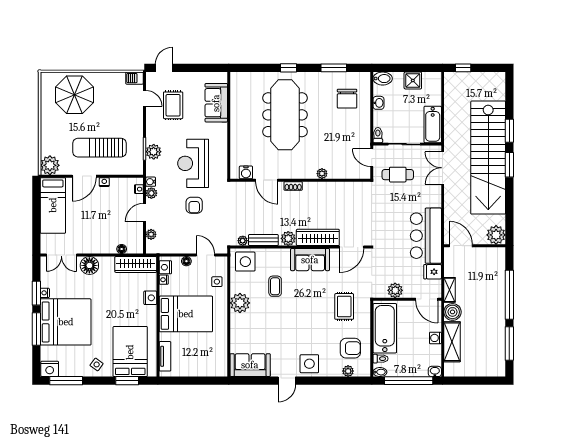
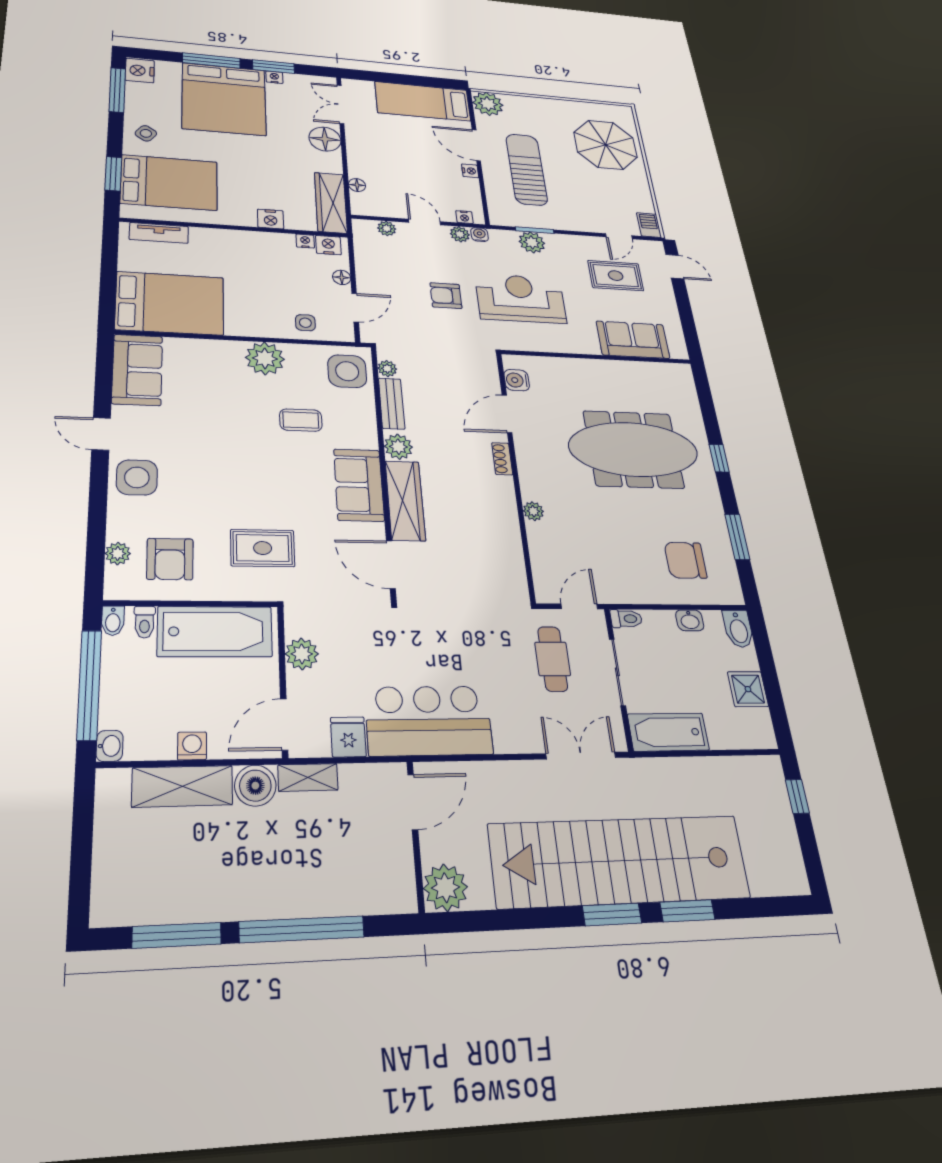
bed: (186, 314) -> (170, 303), moved, turned -90

